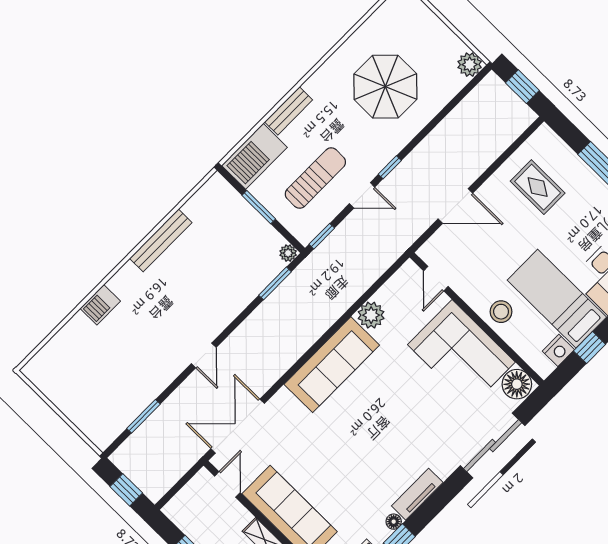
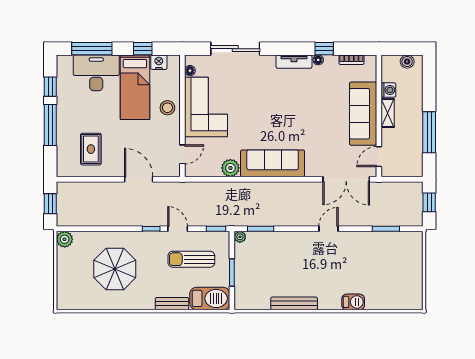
floor lamp: (517, 384) -> (190, 71), width x0.53, depth x0.53

